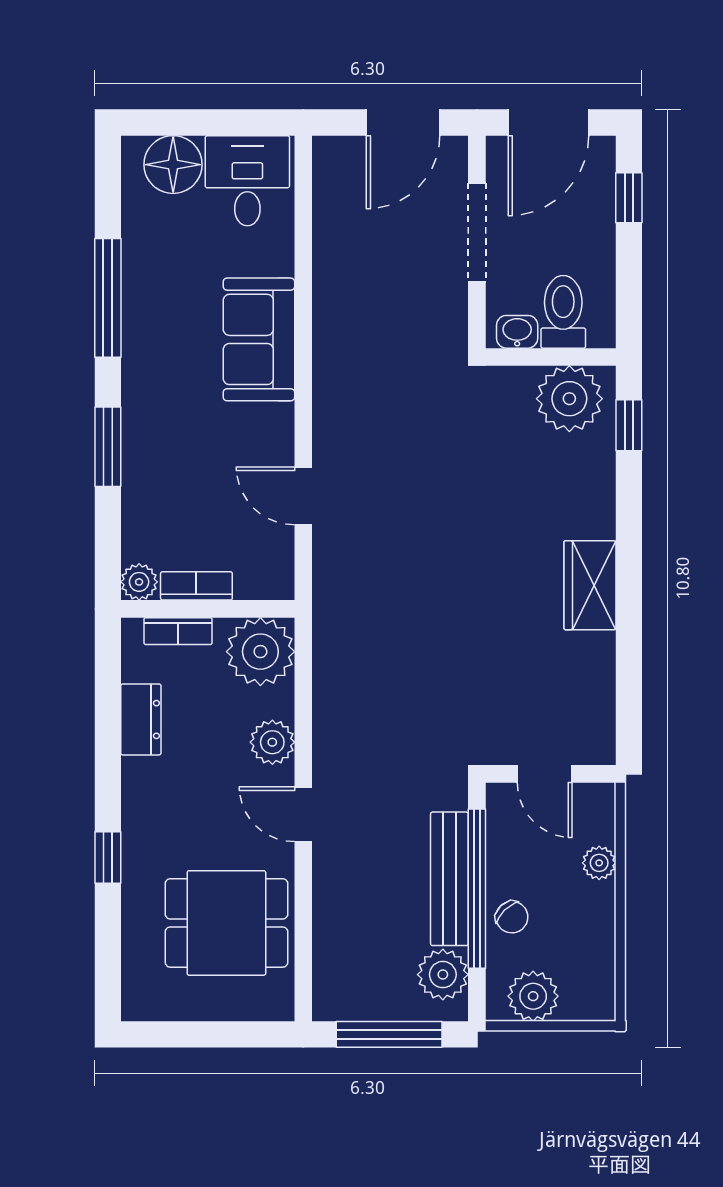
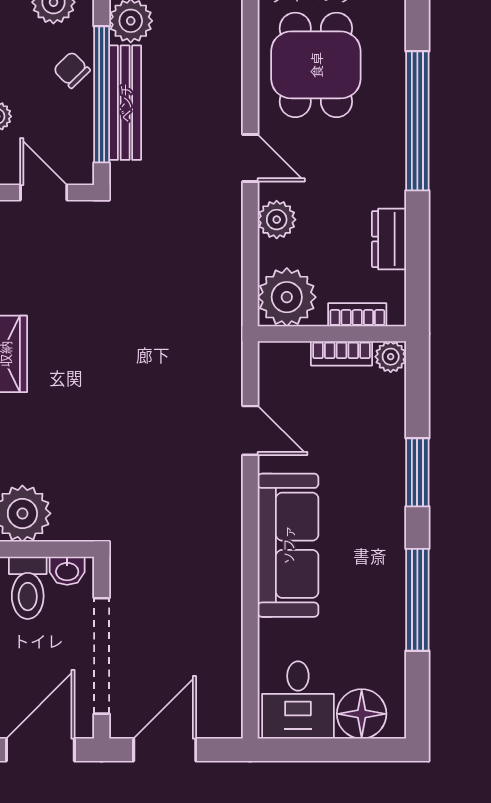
doorway: (477, 232) -> (102, 656), width x1.36
sofa: (259, 339) -> (288, 545), width x1.36
window: (108, 858) -> (417, 121), width x3.17
dining table: (226, 923) -> (316, 65), turned 90

